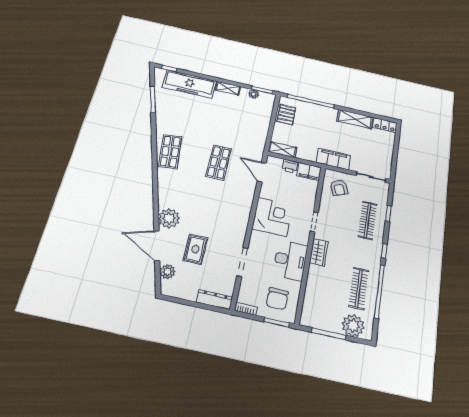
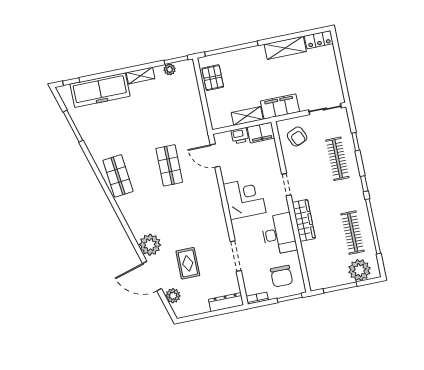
shelving: (282, 150) -> (247, 116), moved
wardrobe: (319, 252) -> (304, 220), width x1.50

